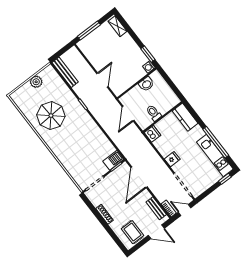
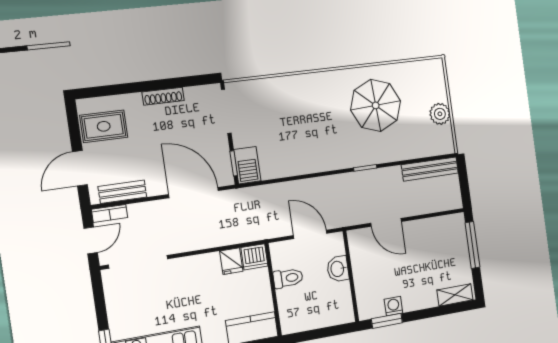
washing machine: (149, 67) -> (394, 306), moved
washbasin: (146, 84) -> (338, 269), moved
fridge: (172, 159) -> (231, 261), moved

